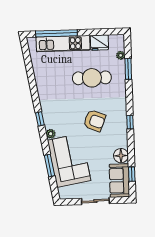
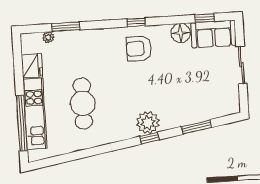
cafe table: (92, 78) -> (83, 103), moved
window: (40, 119) -> (150, 138), moved
armchair: (94, 121) -> (139, 49), moved, turned -112
plant: (51, 134) -> (148, 123), width x1.87, depth x1.87
corner sofa: (69, 160) -> (189, 101), removed

